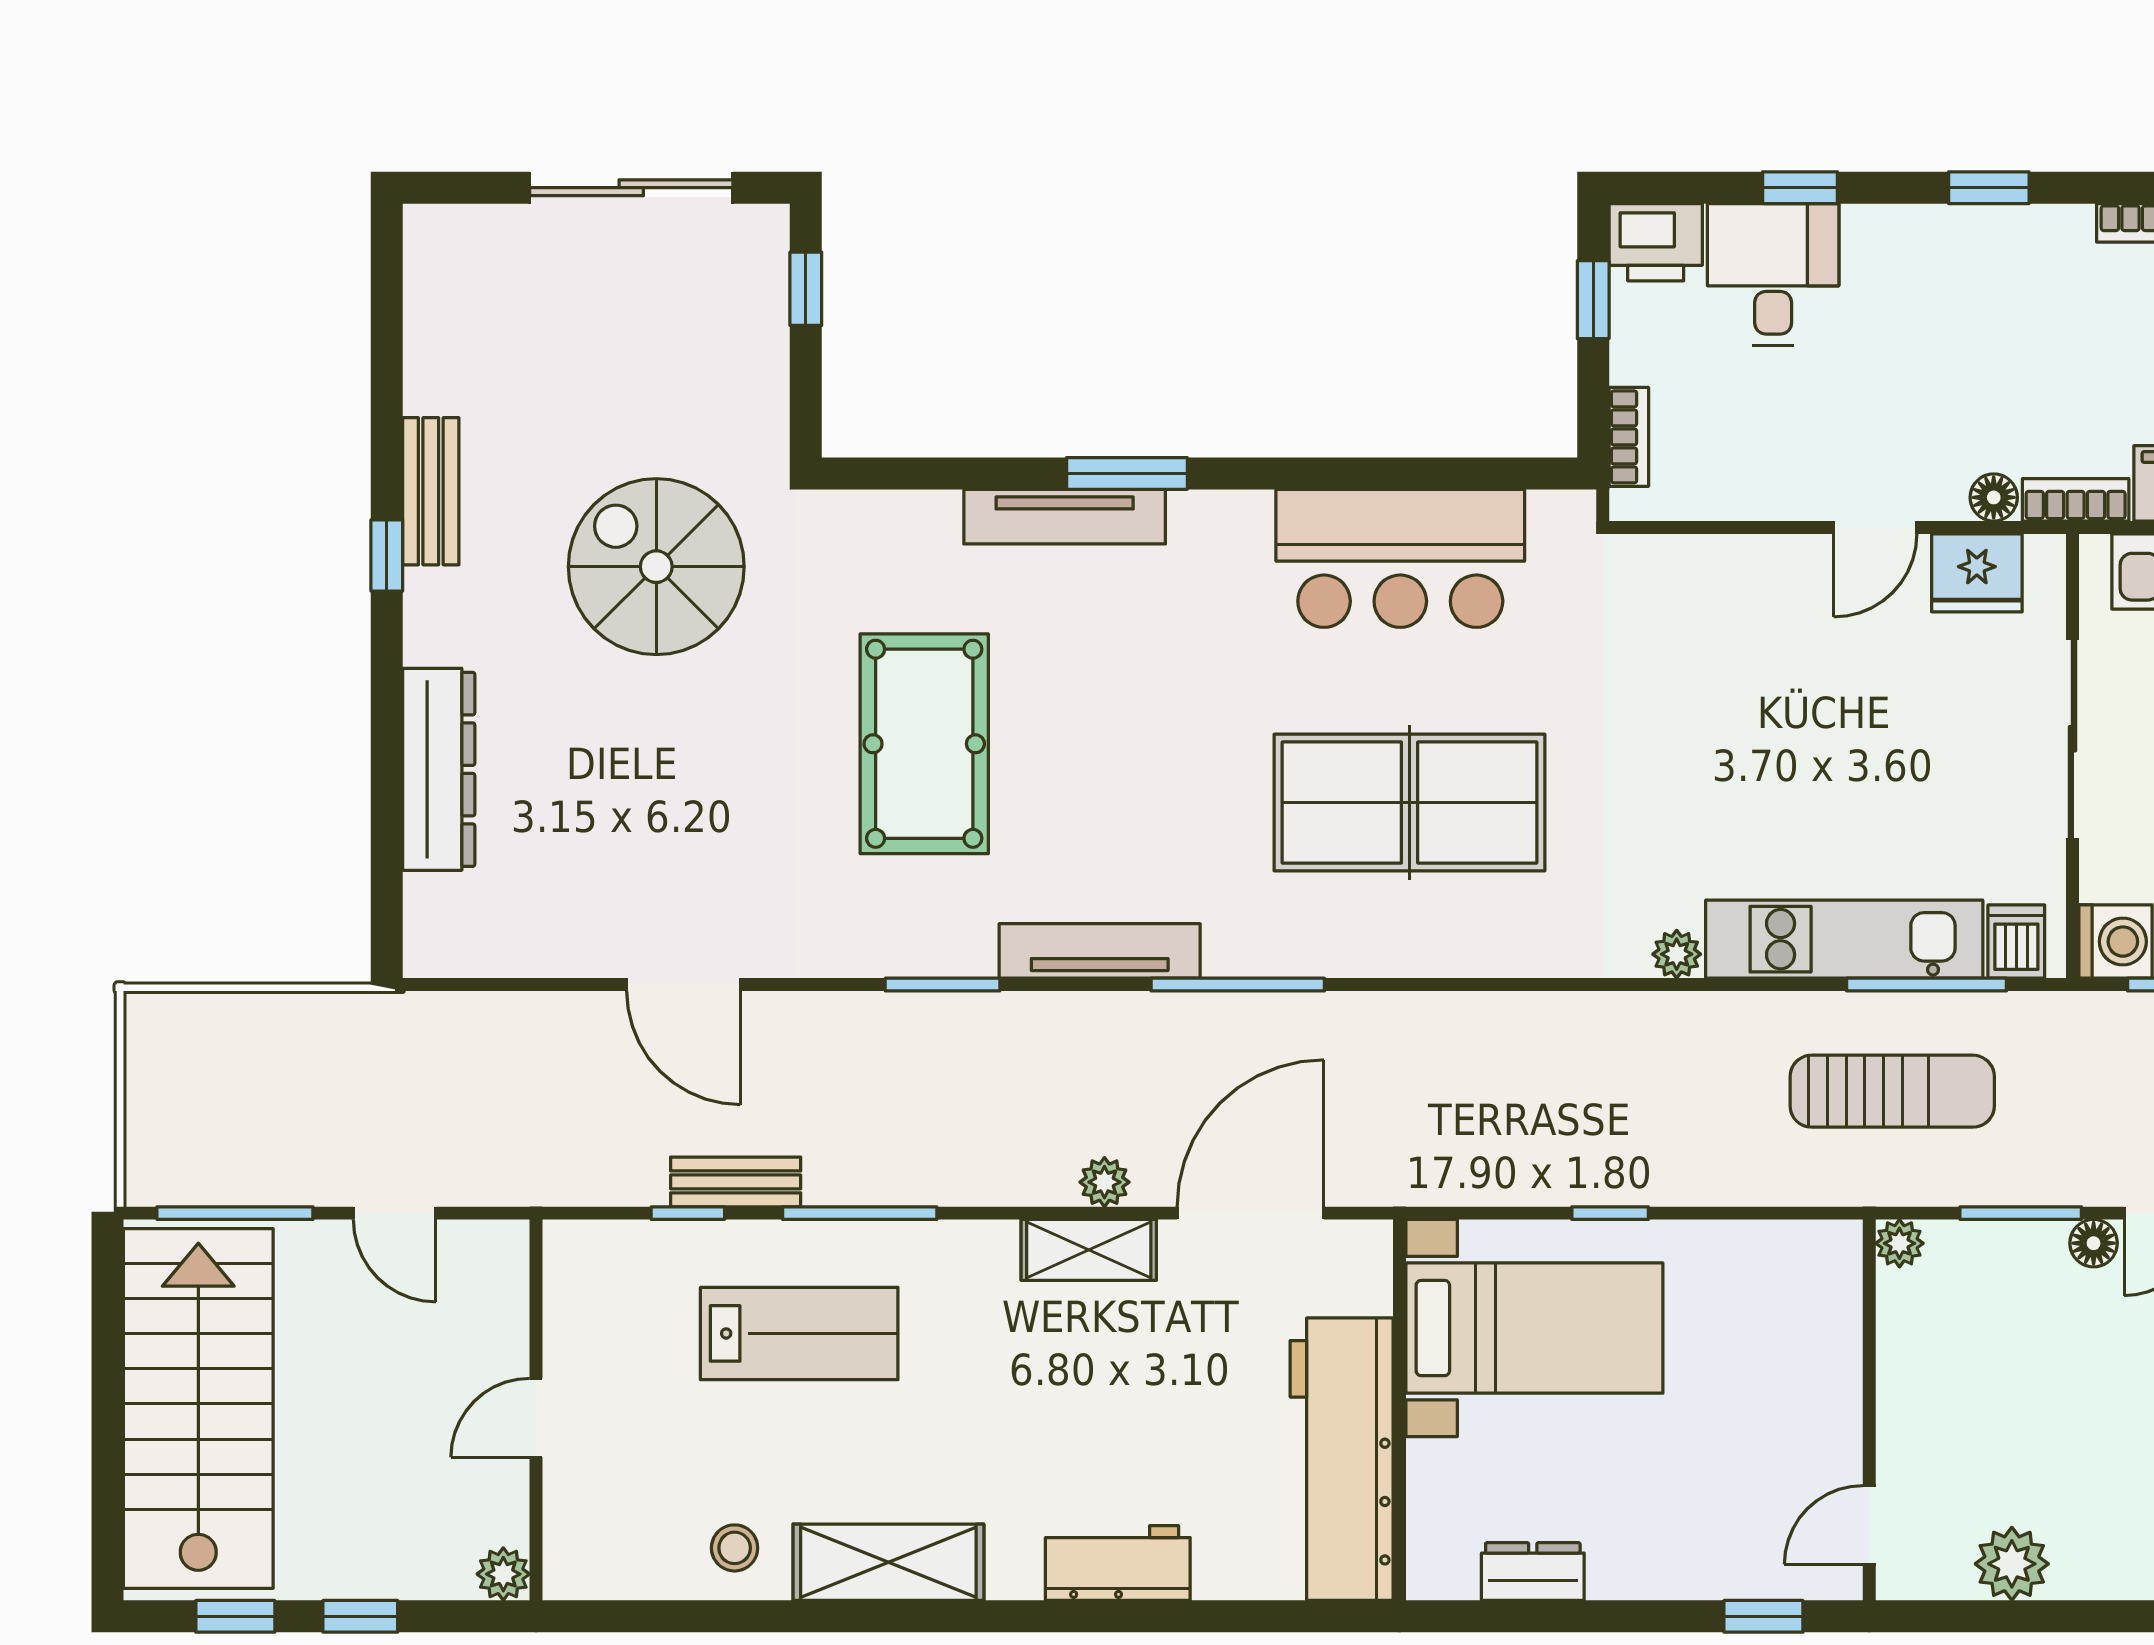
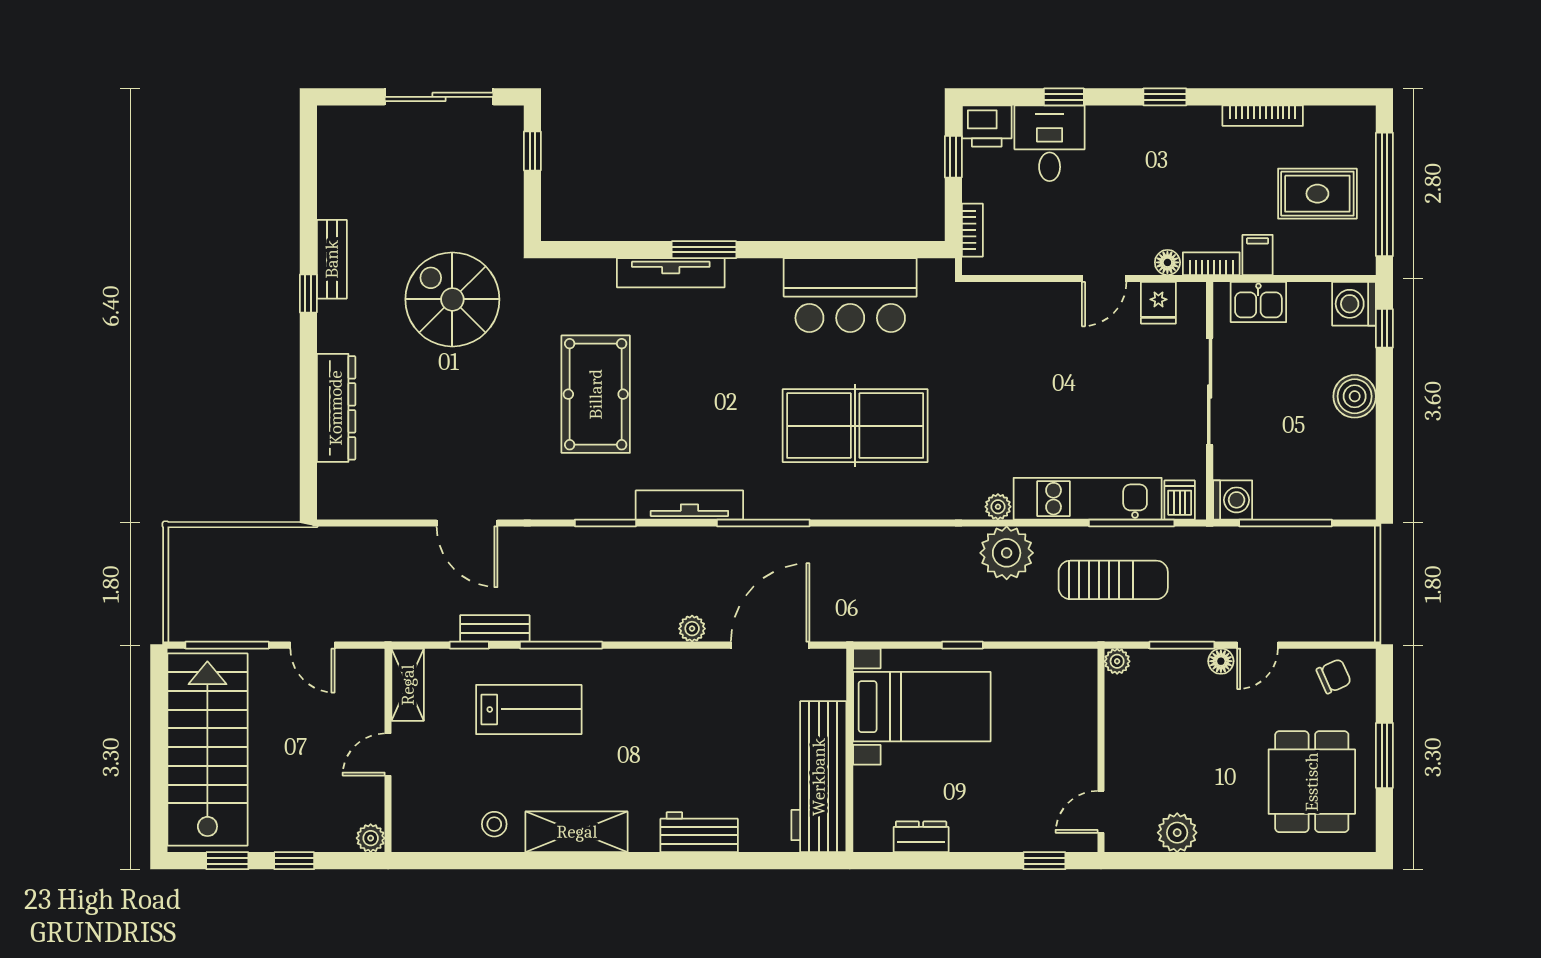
fridge: (1977, 573) -> (1158, 303), width x0.72
plant: (1693, 1041) -> (1007, 553), added
shelving: (1089, 1250) -> (408, 685), moved, turned 90

